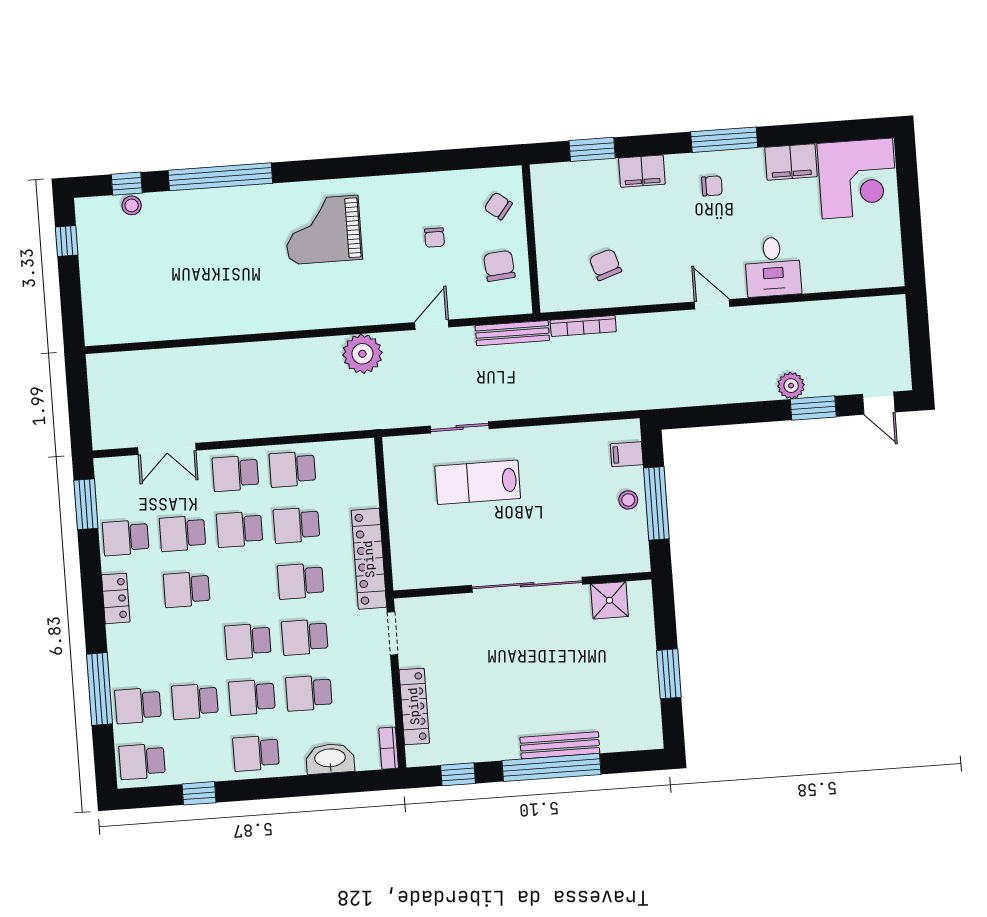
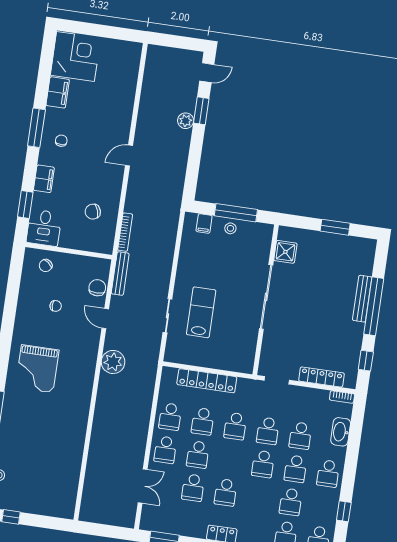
chair: (499, 266) -> (97, 288), moved, turned 95
desk: (773, 267) -> (44, 228), moved, turned 90
lab bench: (478, 482) -> (201, 312), turned 180
school desk: (126, 538) -> (188, 521), removed
locker: (369, 559) -> (207, 381), moved

